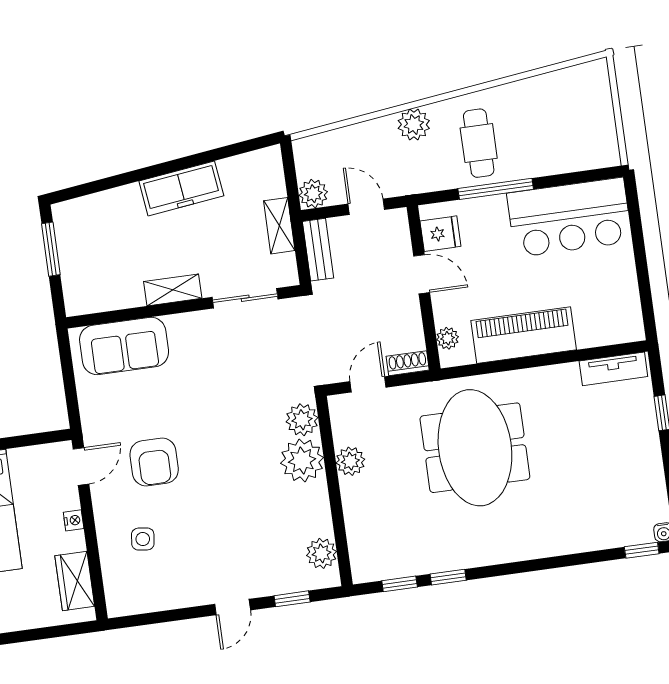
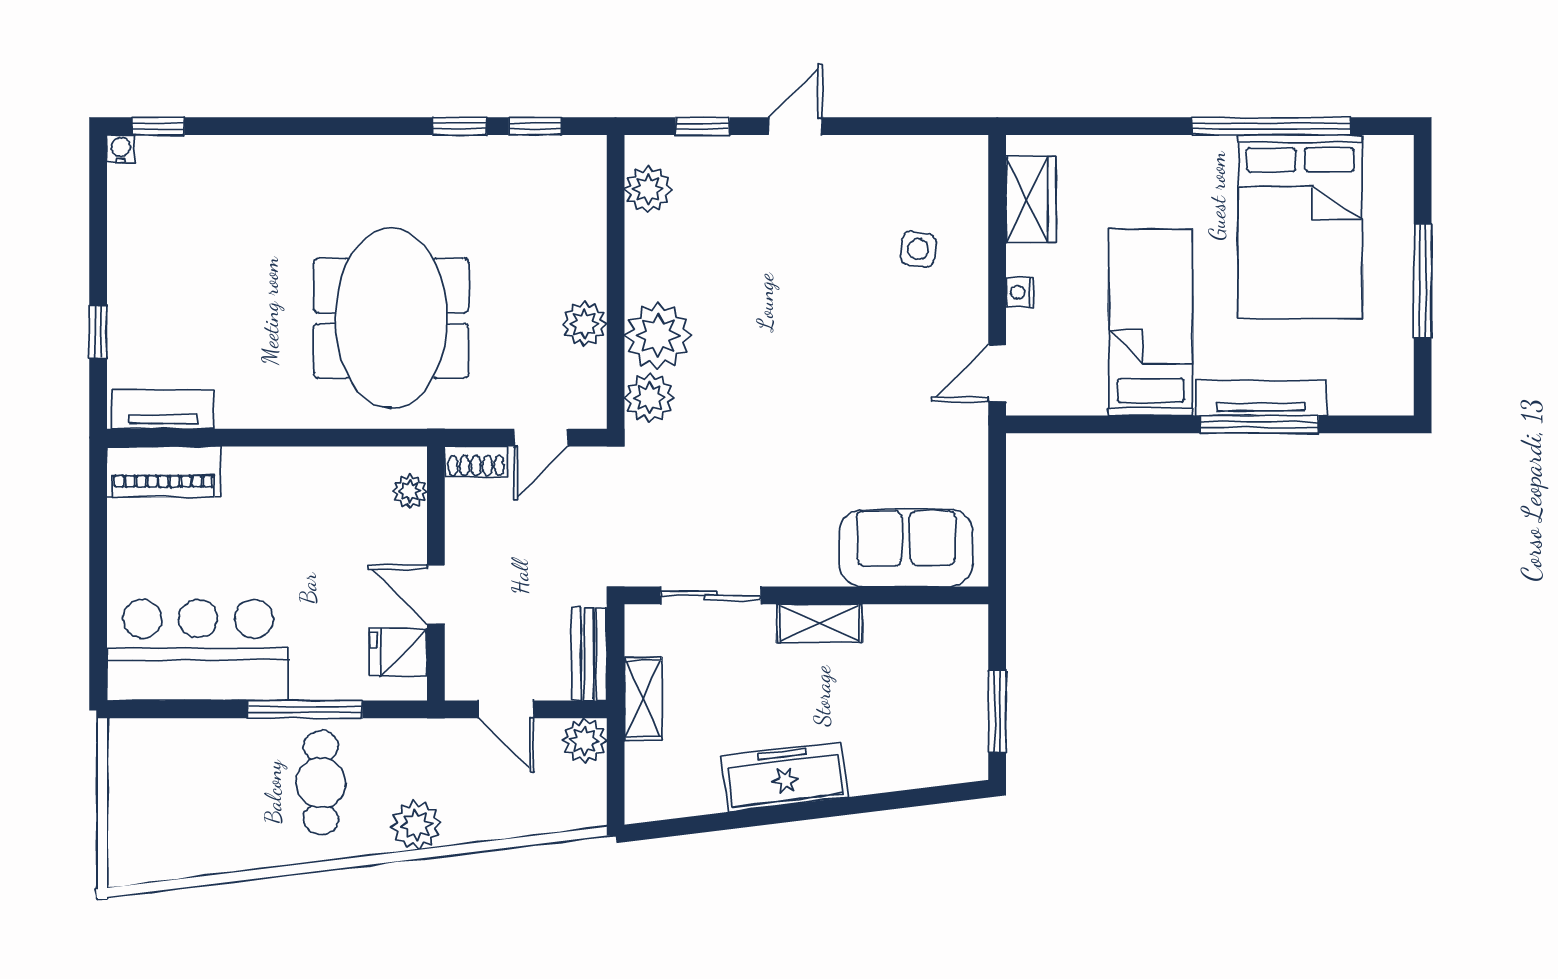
piano: (524, 335) -> (164, 472), moved, width x0.73, depth x0.75
armchair: (154, 462) -> (884, 364), removed

